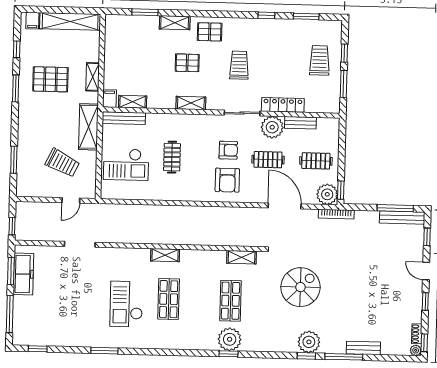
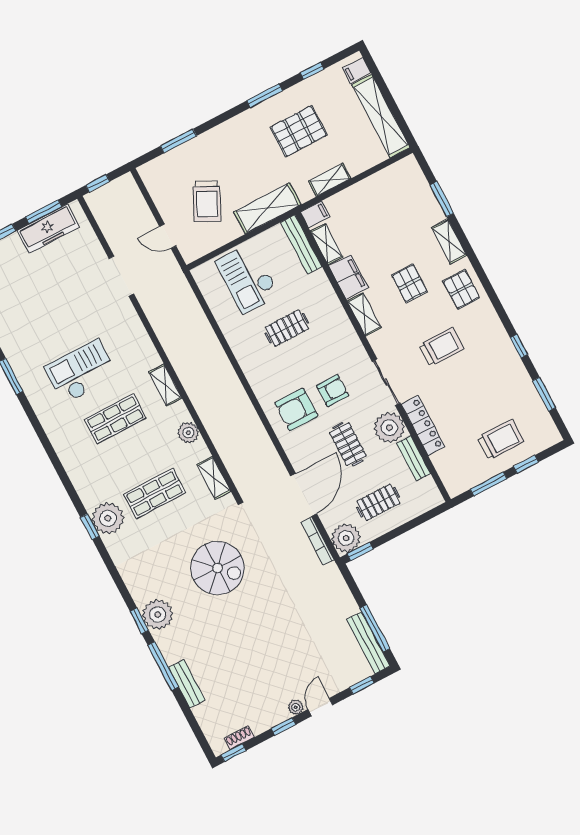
pallet: (50, 79) -> (299, 131), turned 90
filing cabinet: (161, 100) -> (348, 277), added
armchair: (228, 150) -> (333, 391), turned -90
clothes rail: (316, 161) -> (378, 502), turned 90
bookcase: (336, 214) -> (317, 541), moved
plant: (204, 257) -> (188, 433), added
plant: (416, 350) -> (296, 707), moved

